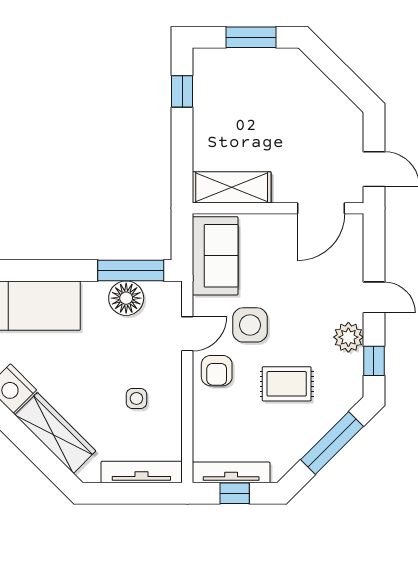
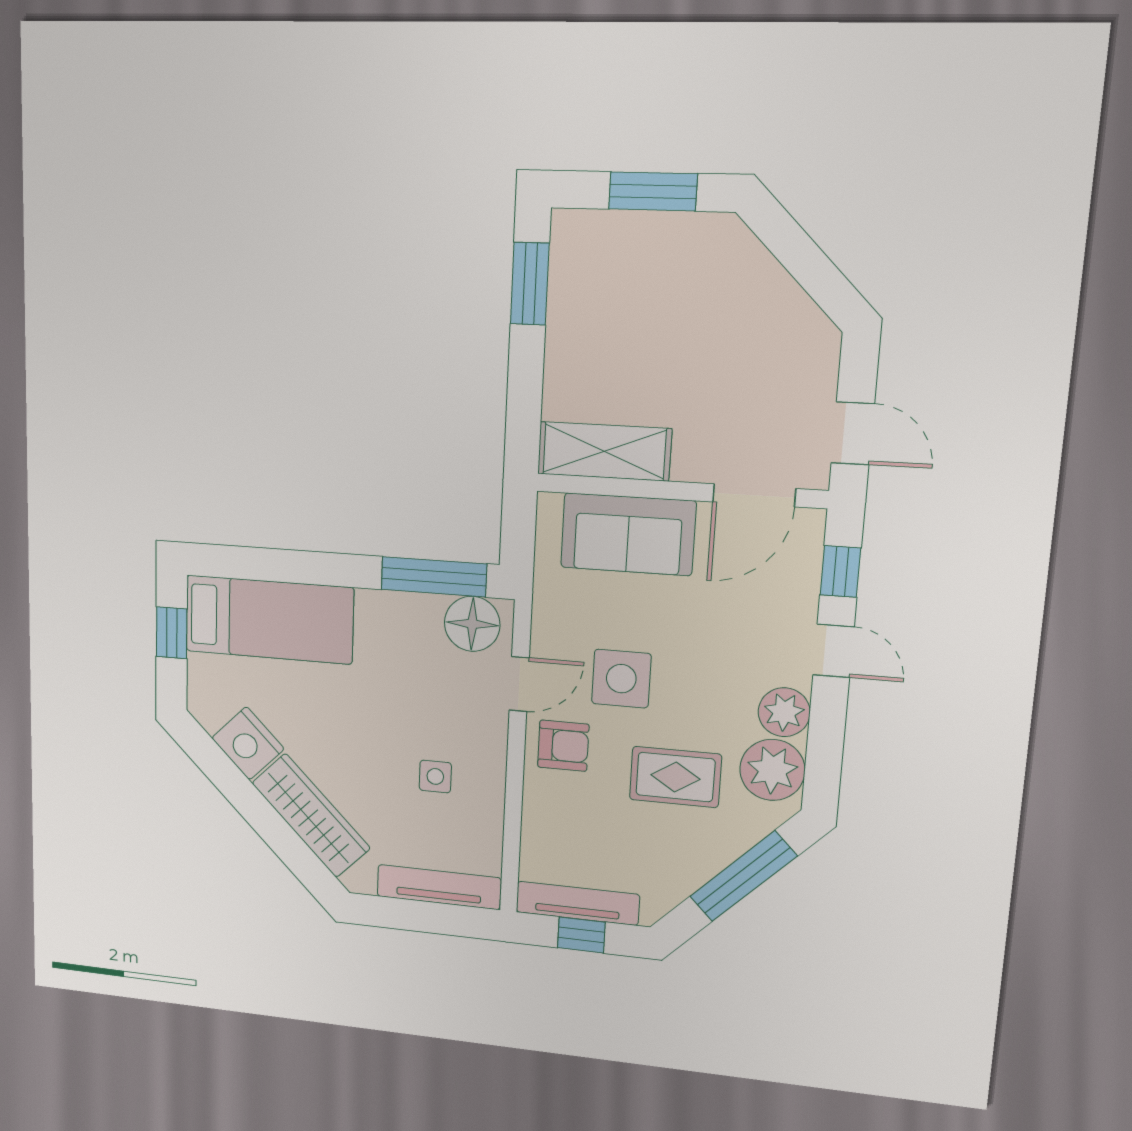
window: (182, 91) -> (530, 284), width x1.50
sofa: (215, 256) -> (628, 534), moved, turned 90
floor lamp: (126, 298) -> (472, 624), moved
window: (374, 361) -> (840, 571), moved
armchair: (217, 371) -> (563, 746), turned -90
plant: (344, 374) -> (772, 770), added

